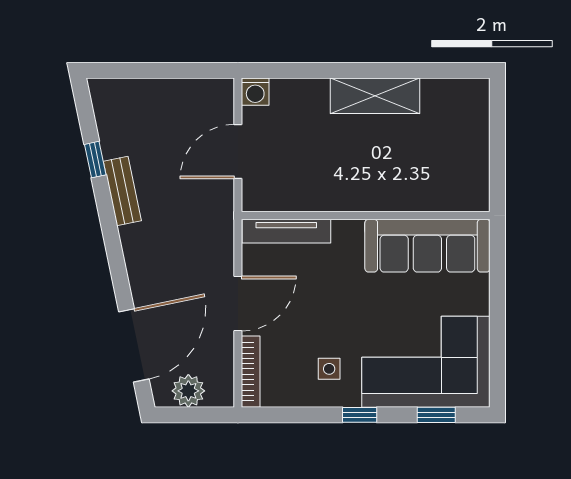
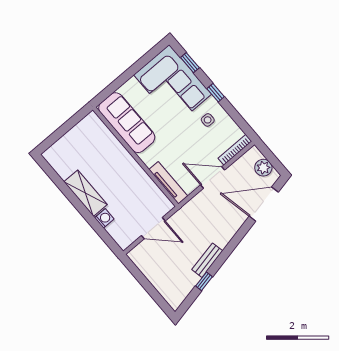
washing machine: (255, 92) -> (104, 218), moved

